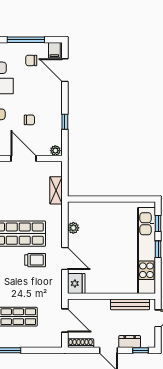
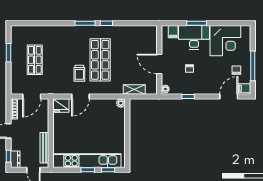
door: (24, 159) -> (159, 64), swing flipped
plant: (73, 228) -> (121, 103), moved
dresser: (130, 341) -> (15, 159), moved

